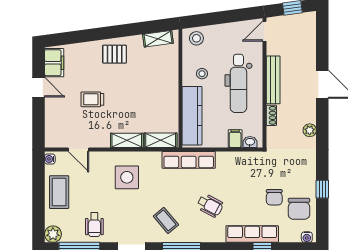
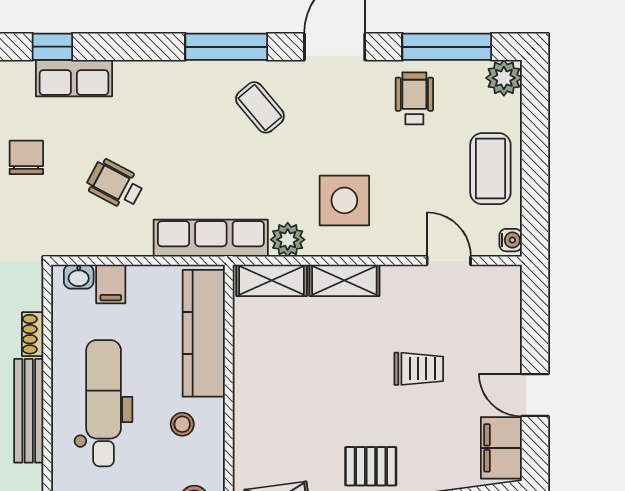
plant: (153, 159) -> (288, 240), added
wheelchair: (210, 205) -> (115, 184), moved
row of seats: (252, 234) -> (74, 78), width x0.68

